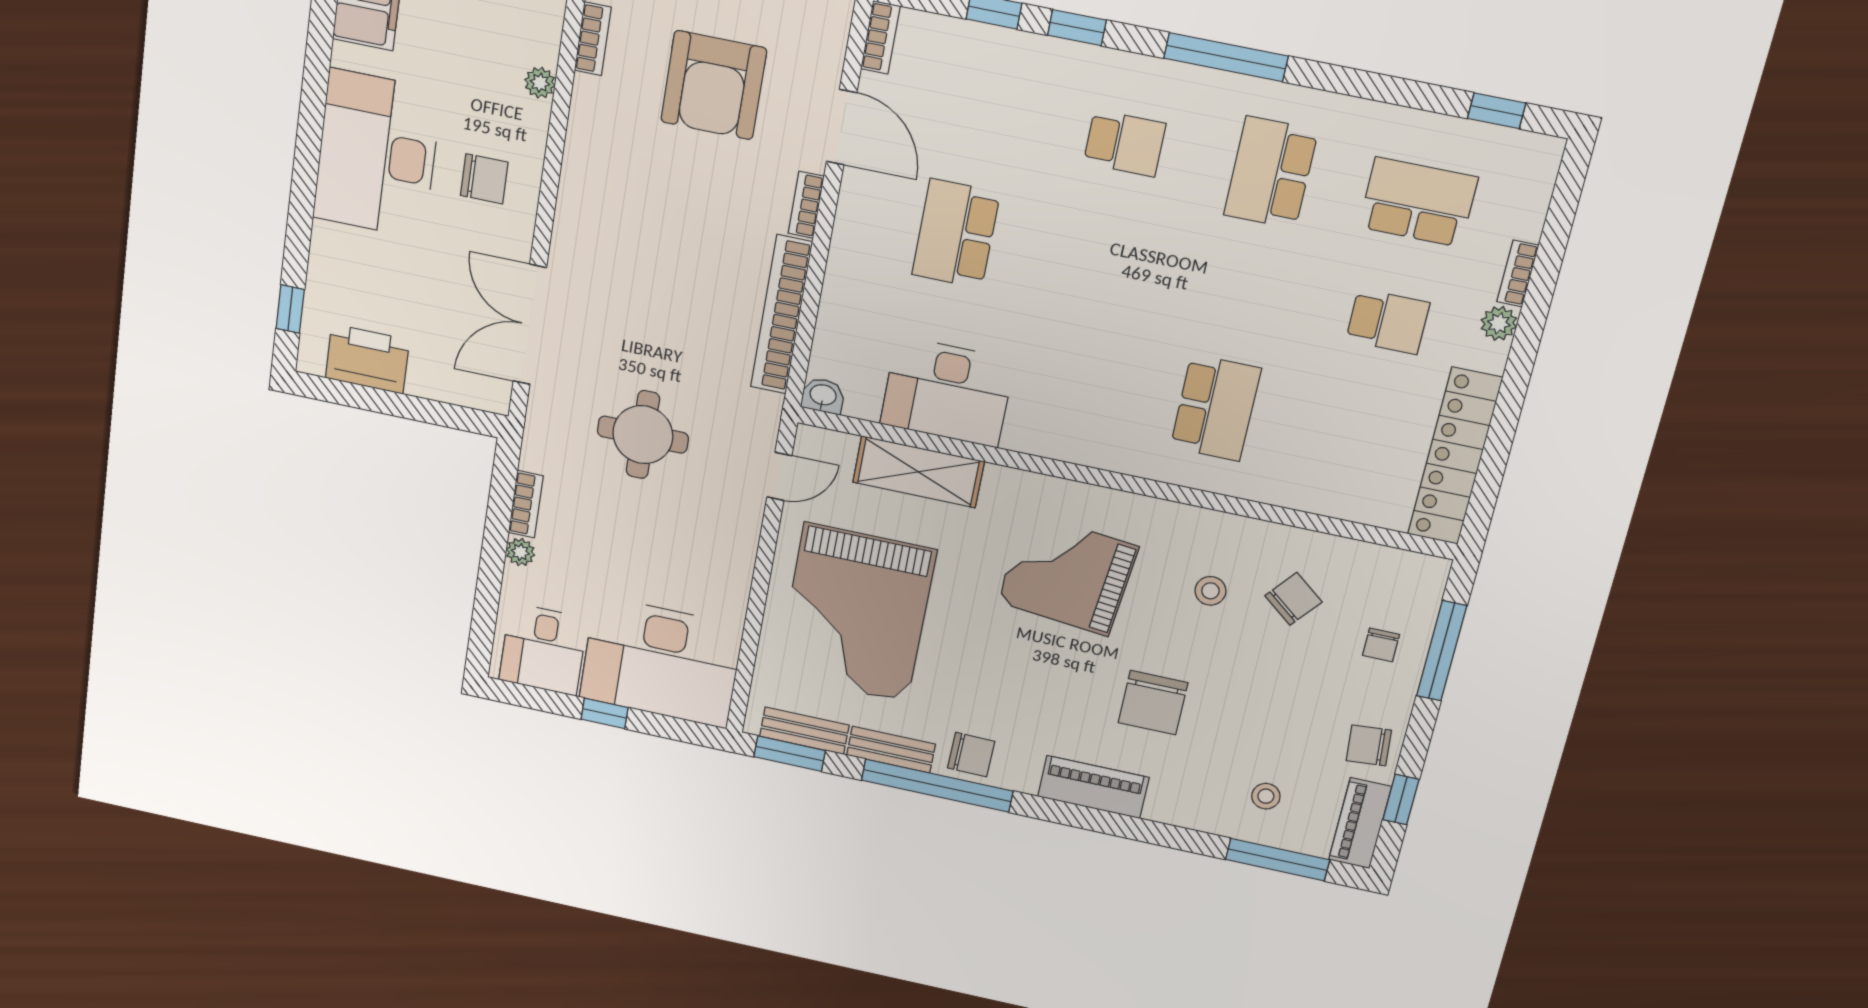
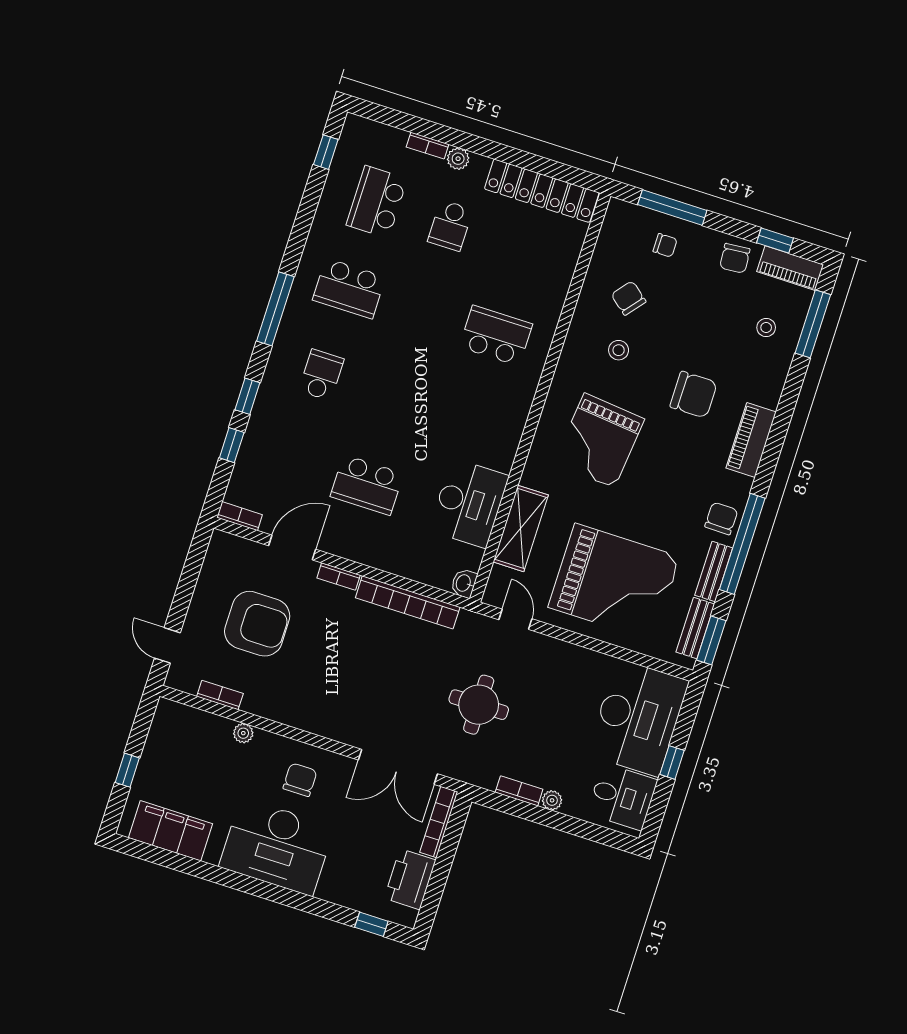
school desk: (1388, 322) -> (450, 225), turned 180
bookcase: (459, 393) -> (439, 822), added

